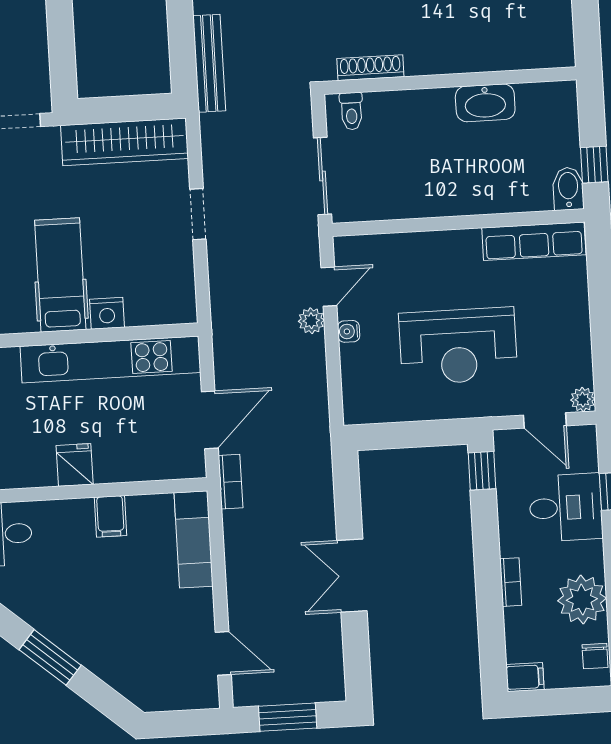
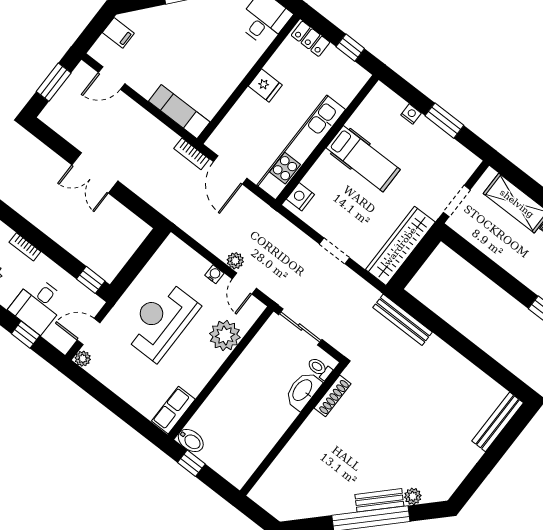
washbasin: (485, 103) -> (303, 391), moved
row of seats: (534, 241) -> (173, 410), width x0.68
plant: (410, 256) -> (225, 335), added
nightstand: (107, 313) -> (300, 197), moved
filing cabinet: (110, 516) -> (118, 33), moved, turned 180
double door: (352, 576) -> (95, 173), swing flipped

